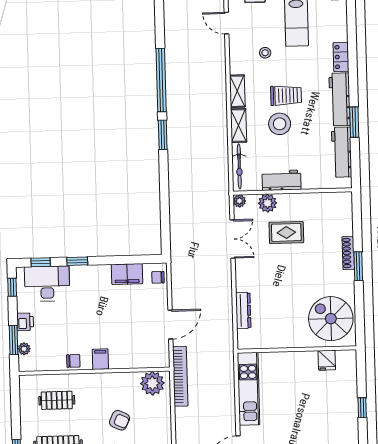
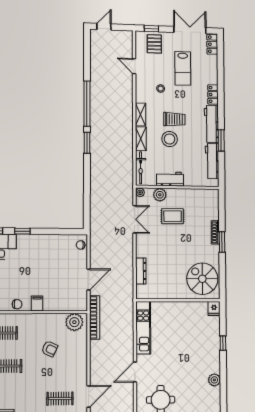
filing cabinet: (127, 274) -> (58, 242), removed
fridge: (327, 360) -> (214, 308), moved

